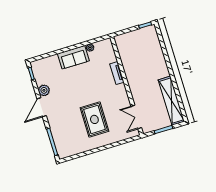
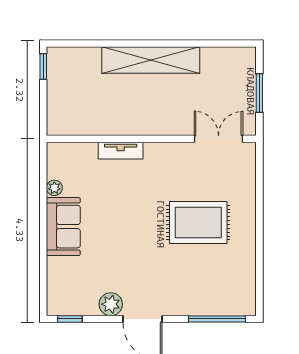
shelving: (171, 101) -> (151, 60), moved
double door: (136, 117) -> (219, 139), swing flipped

